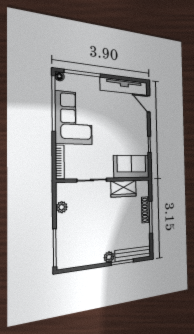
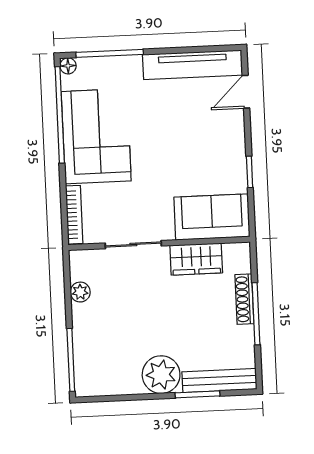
door: (148, 104) -> (246, 92), hinge flipped
plant: (109, 257) -> (161, 375), width x1.87, depth x1.87

